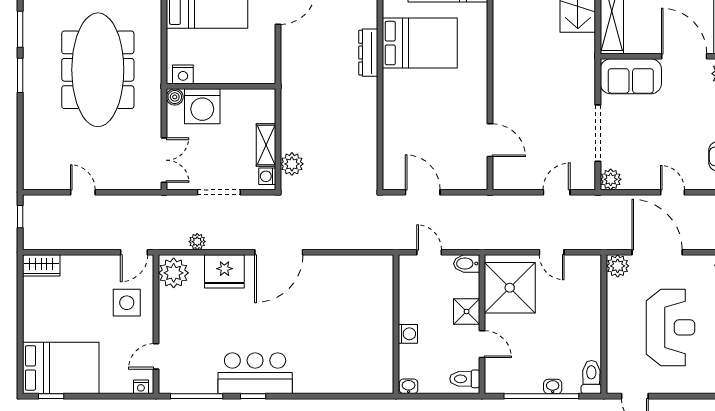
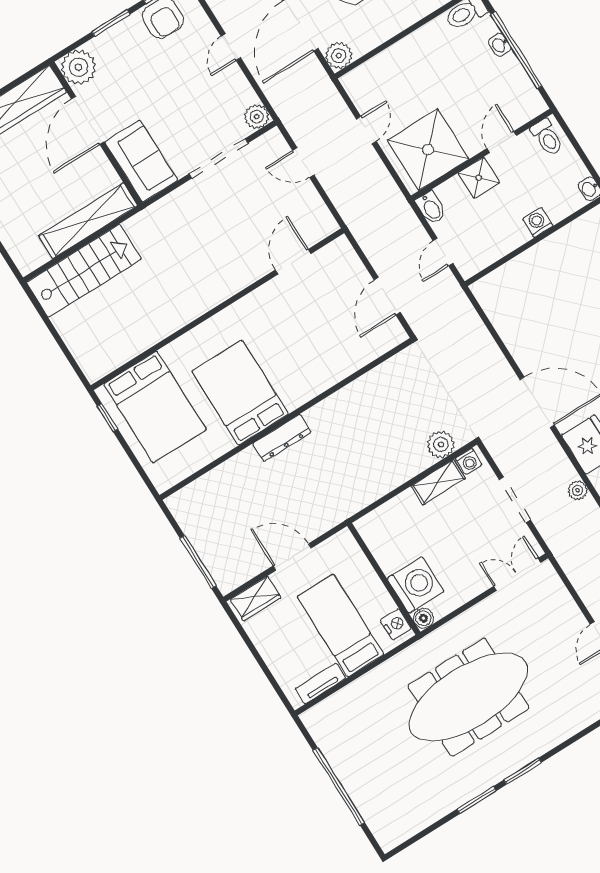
nightstand: (183, 74) -> (396, 624), moved
wall: (221, 86) -> (384, 579), moved
boiler: (175, 97) -> (423, 618), moved
washing machine: (202, 106) -> (415, 585), moved

